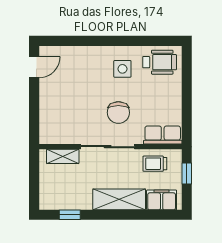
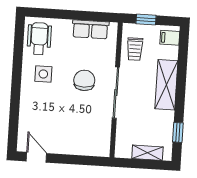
chair: (118, 113) -> (84, 80), turned -90
row of seats: (163, 135) -> (90, 29), moved, turned -90
shelving: (63, 156) -> (147, 153), moved, turned 90
filing cabinet: (162, 200) -> (170, 38), width x0.50

